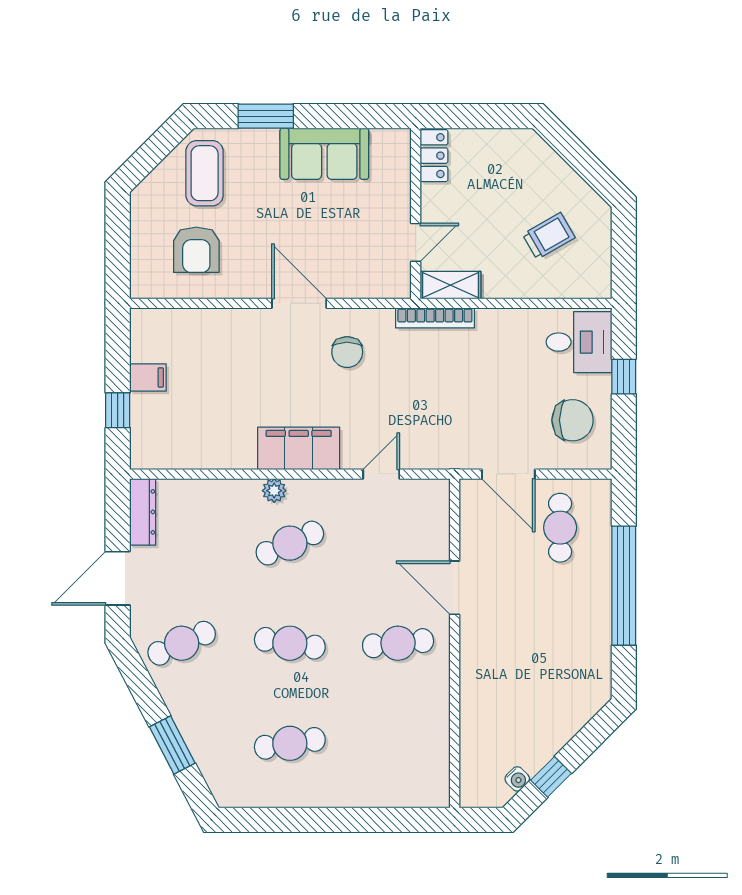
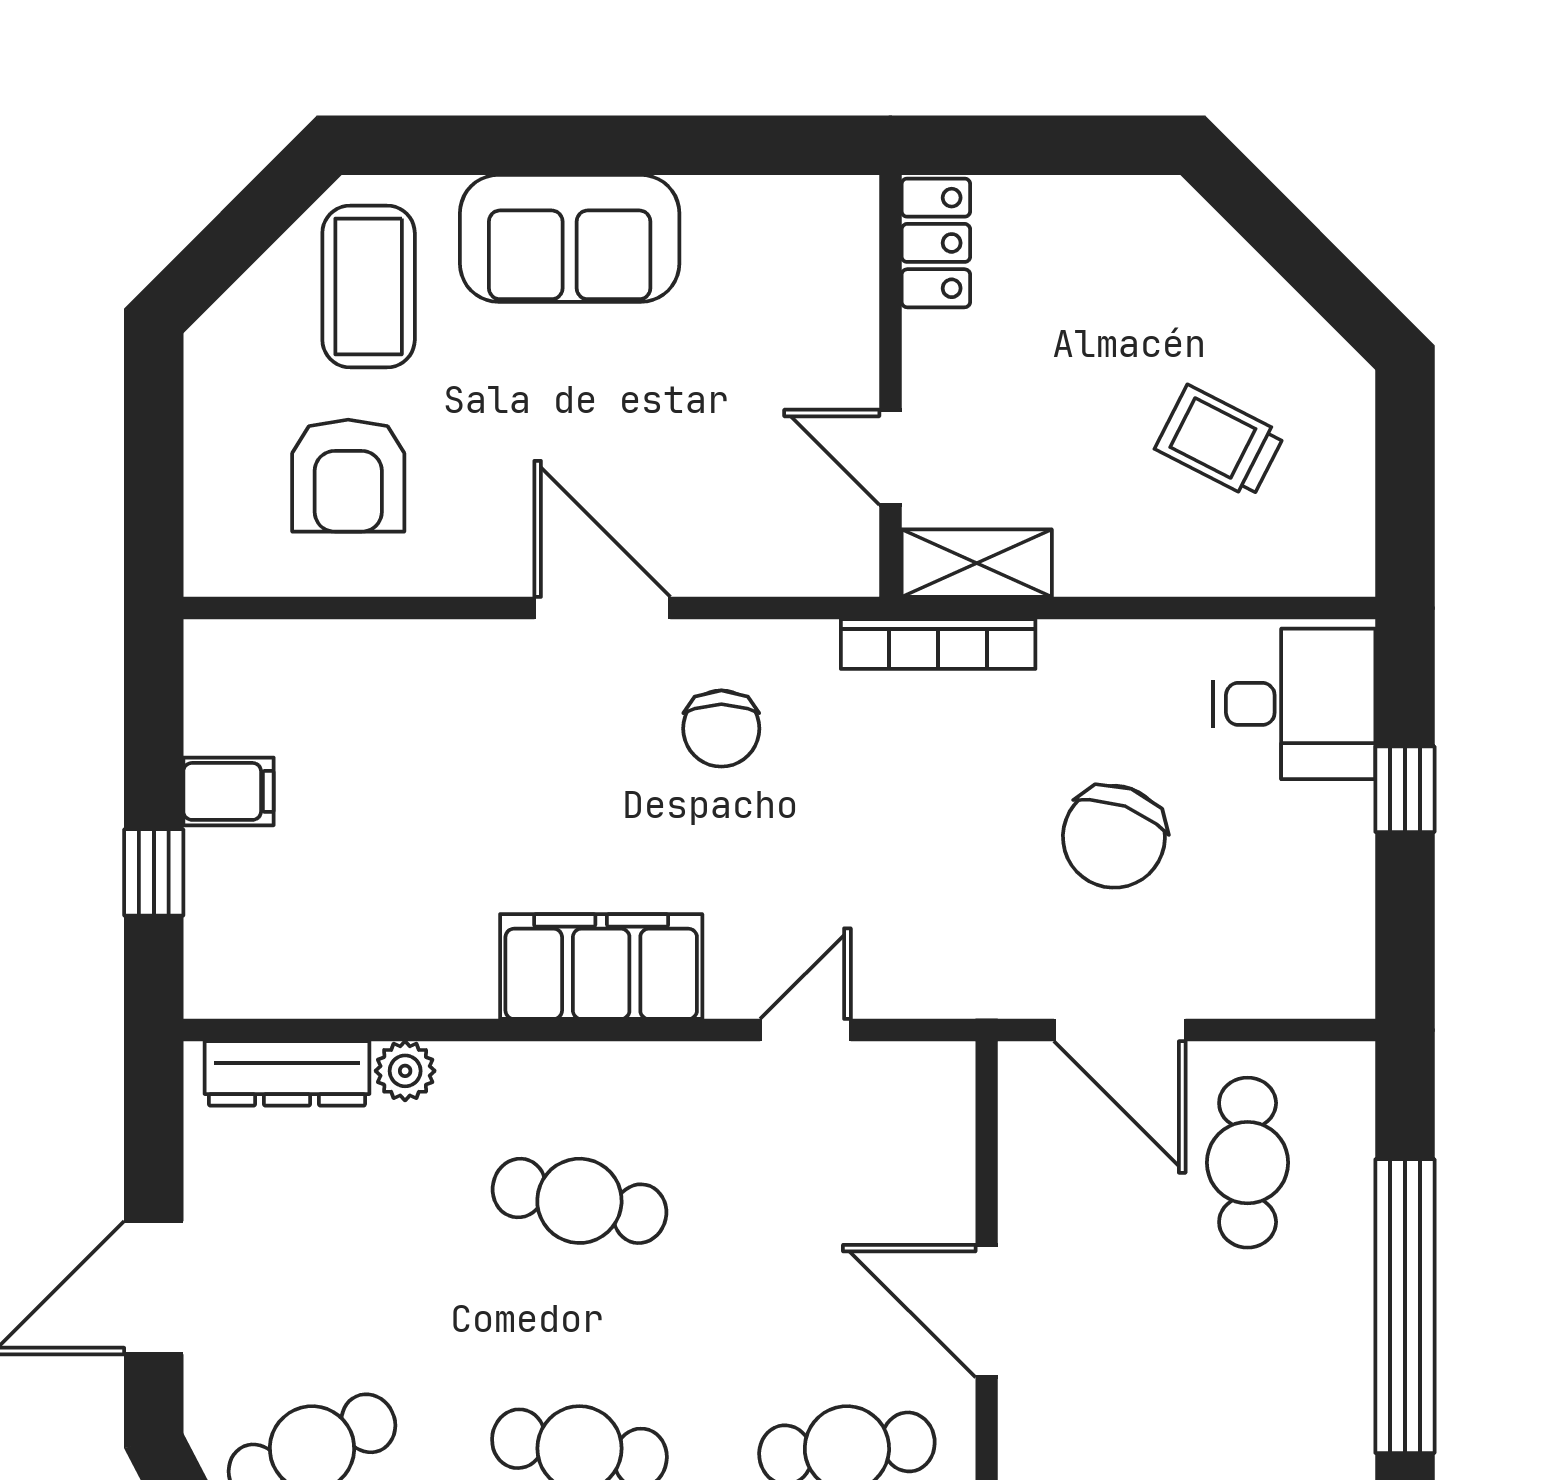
window: (266, 116) -> (520, 145), removed
sofa: (324, 154) -> (570, 238), moved
trolley: (549, 236) -> (1220, 441), turned -123
door: (416, 242) -> (890, 457), swing flipped
chair: (573, 420) -> (1114, 837), moved, turned 110
plant: (274, 491) -> (405, 1071), moved
dresser: (143, 512) -> (287, 1073), moved, turned 90
cafe table: (290, 543) -> (579, 1201), turned 36

